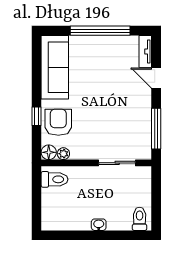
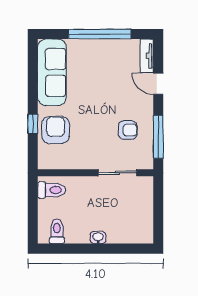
armchair: (127, 122) -> (128, 130), added
floor lamp: (49, 152) -> (46, 162), removed
plant: (63, 154) -> (61, 163), removed
toilet: (140, 219) -> (57, 231), moved

